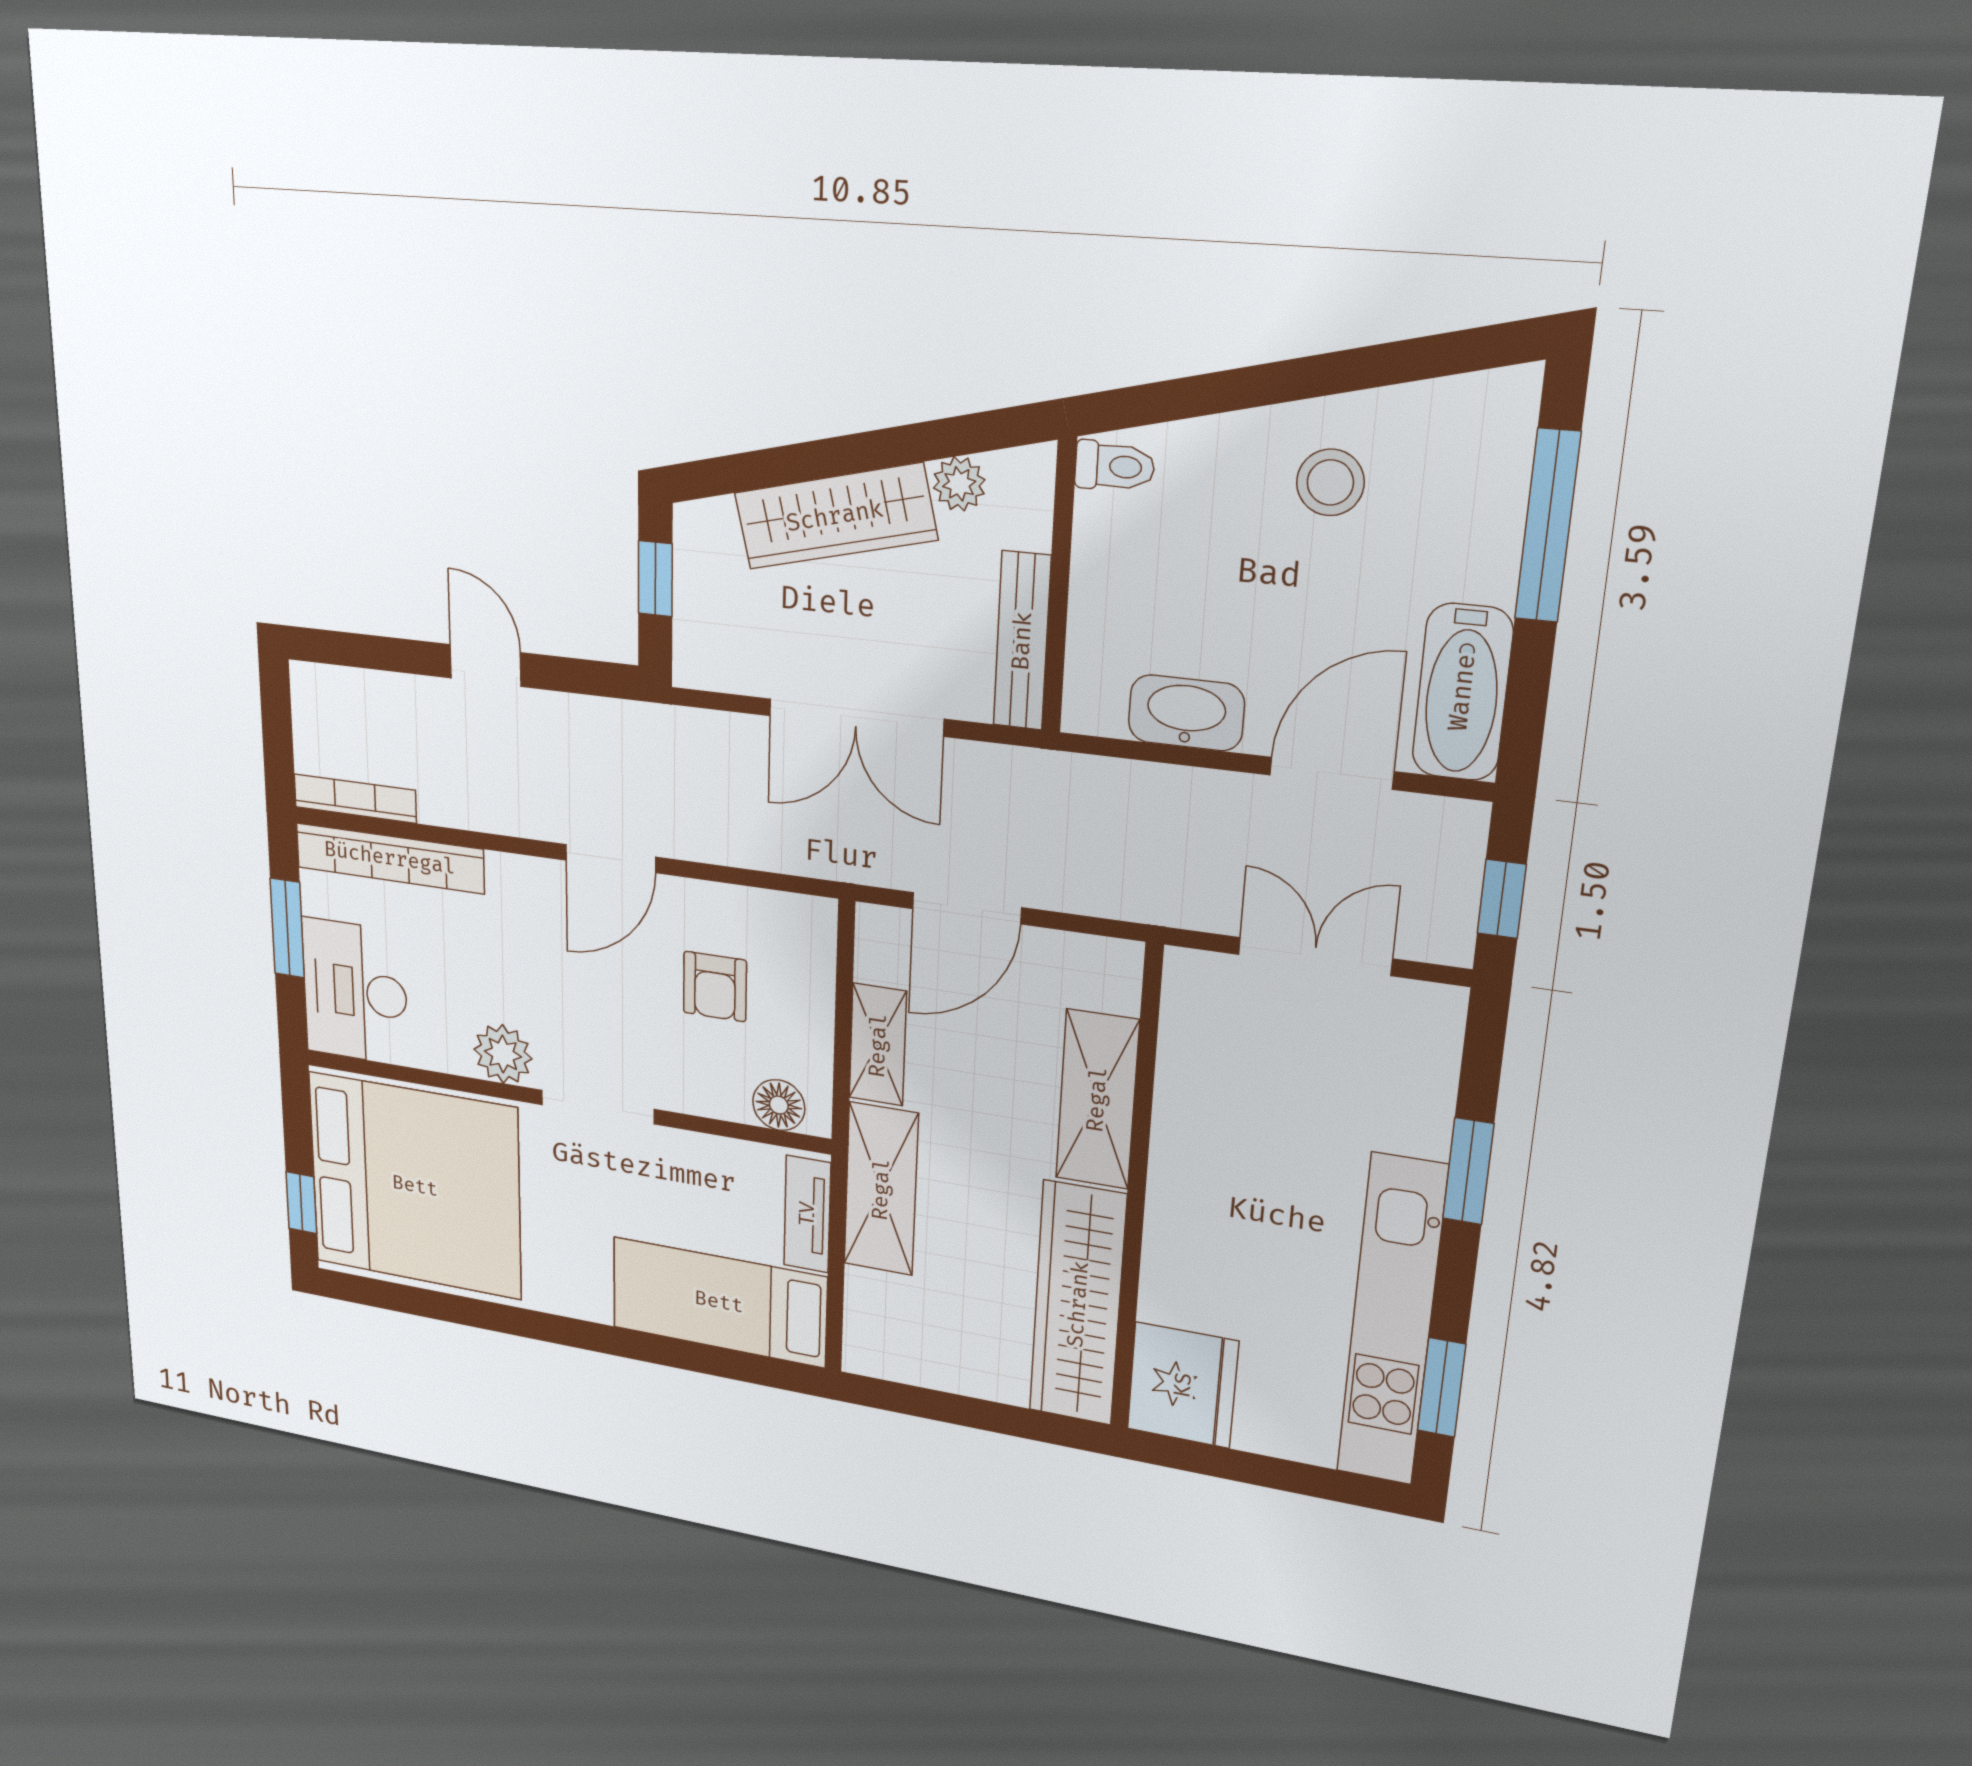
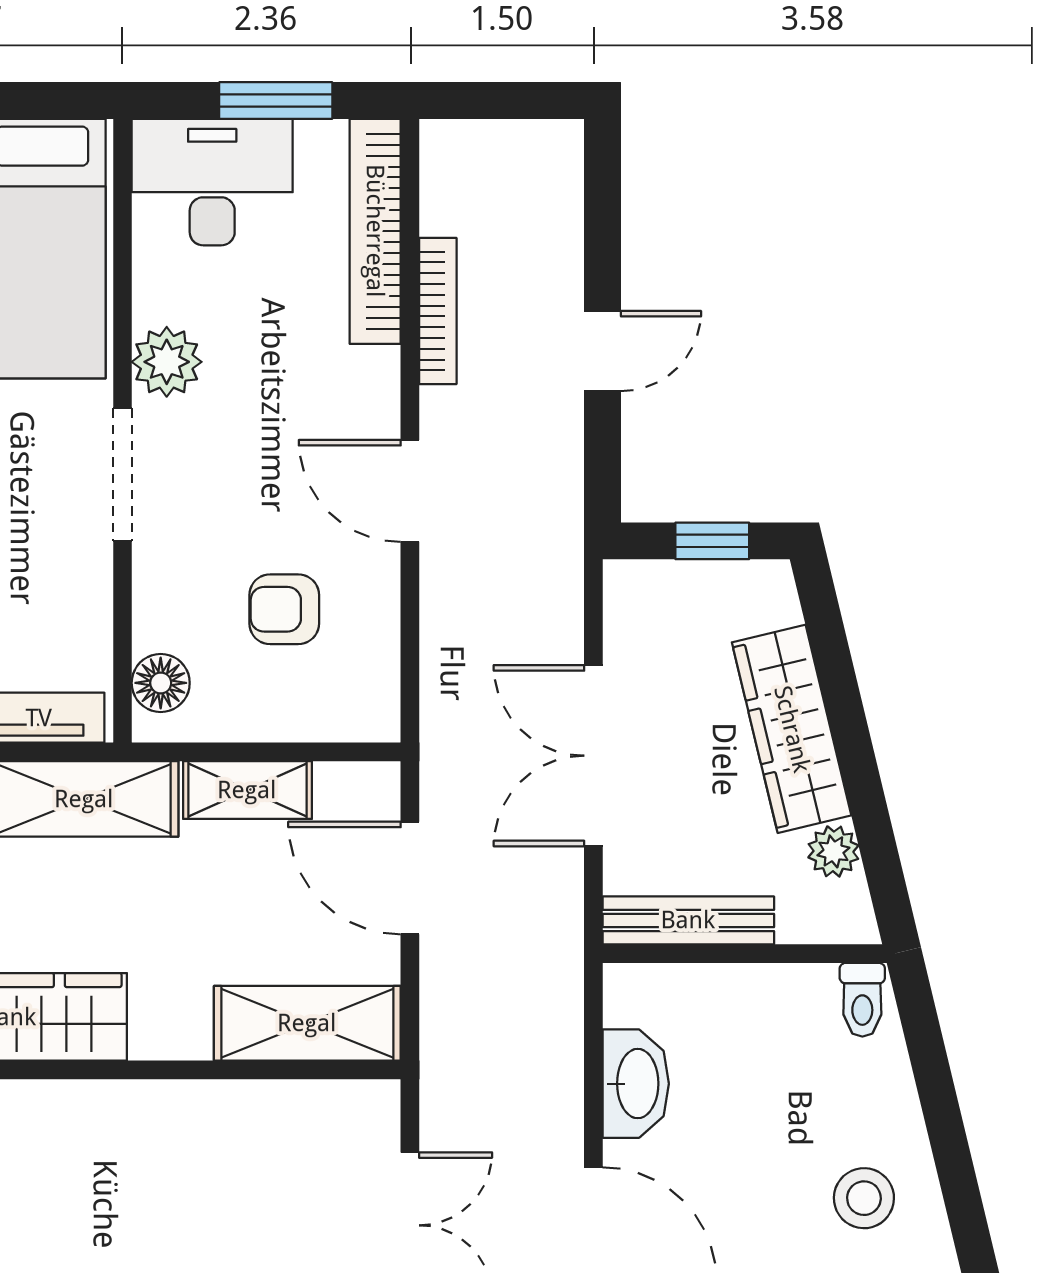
bookcase: (355, 799) -> (438, 311), moved
shelving: (1097, 1099) -> (307, 1023), moved

